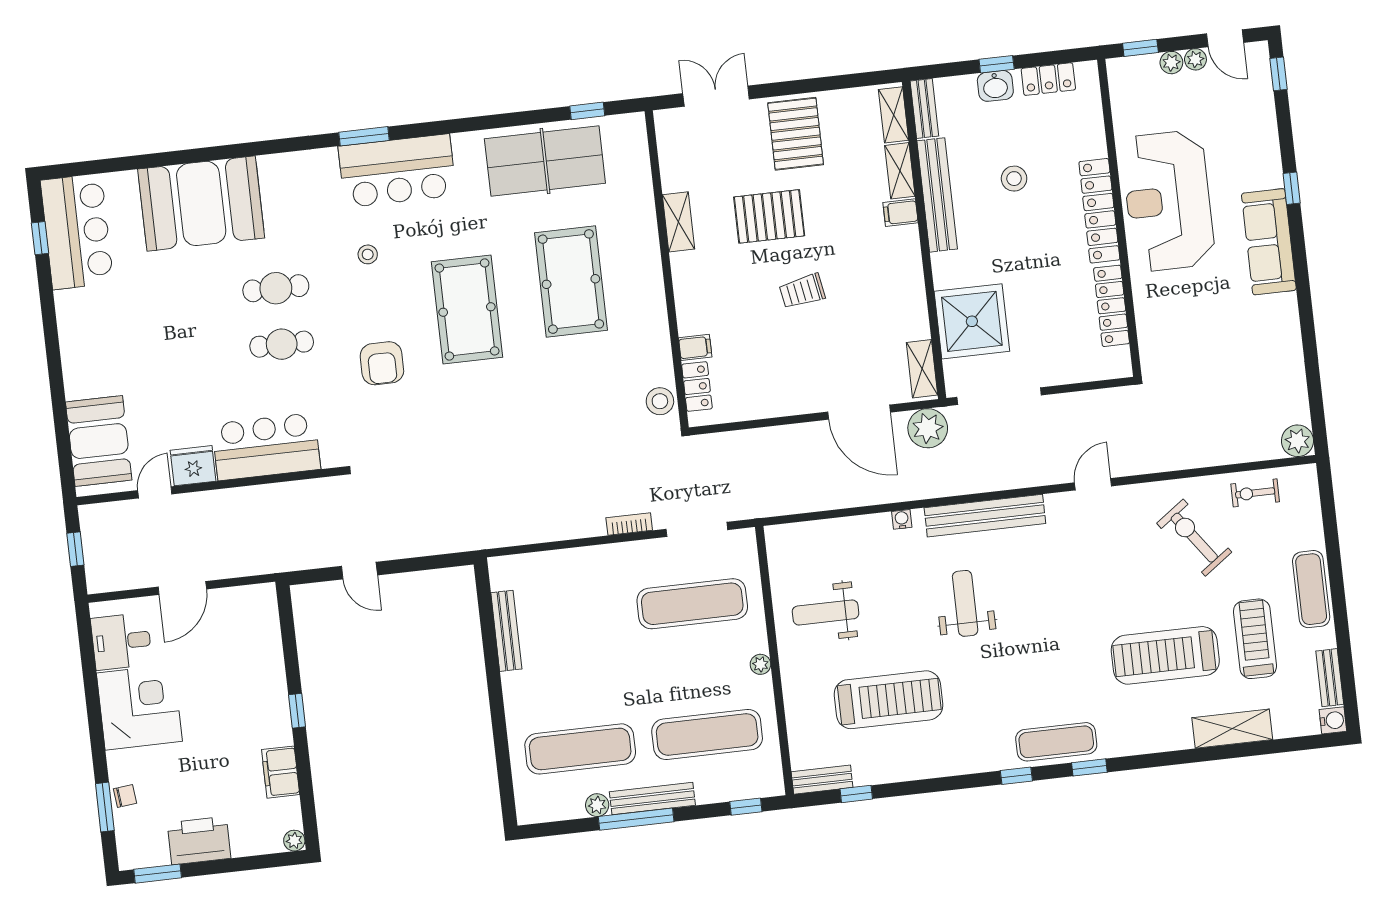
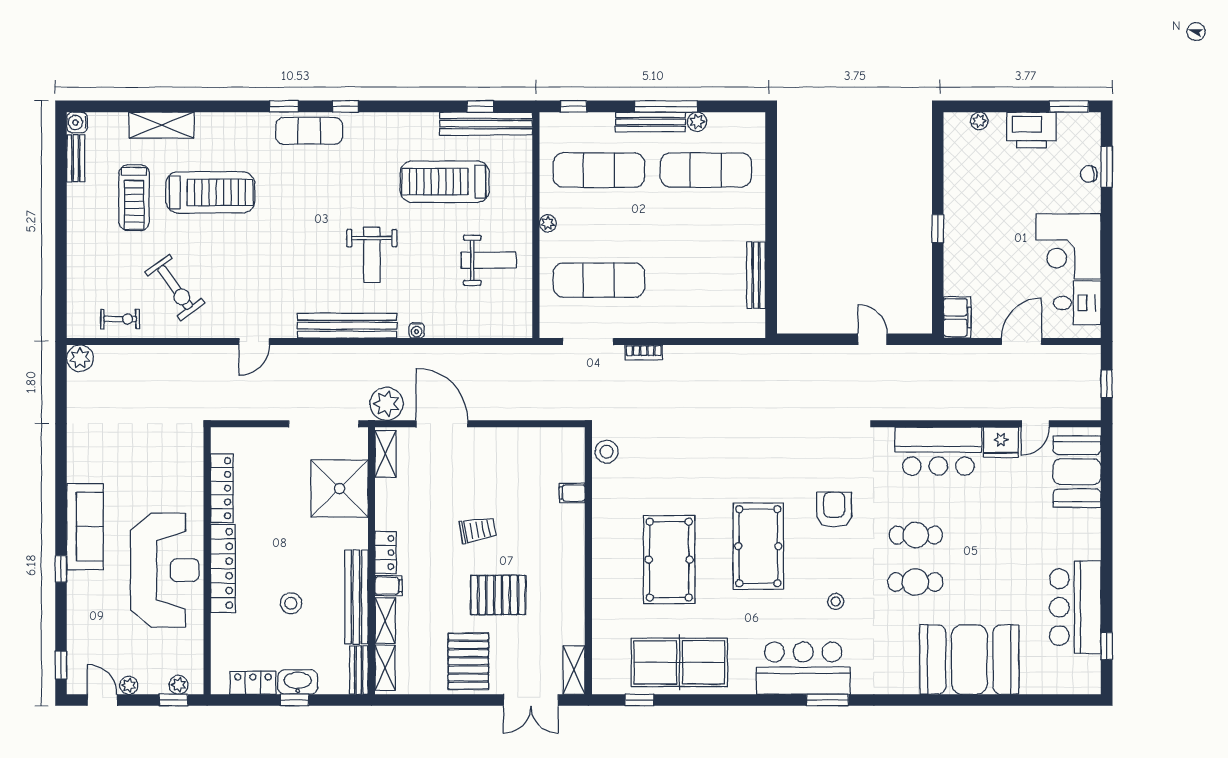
plant: (1171, 63) -> (179, 685), moved
washbasin: (995, 86) -> (298, 682), width x1.38
shelving: (679, 222) -> (574, 670), moved
bar counter: (77, 232) -> (1075, 607), moved
locker: (697, 386) -> (386, 553), moved, turned 180
exercise mat: (1311, 589) -> (83, 234), removed
filing cabinet: (281, 772) -> (957, 318), moved
bench: (822, 780) -> (486, 124), width x1.86, depth x1.21
plant: (294, 841) -> (979, 121), moved

